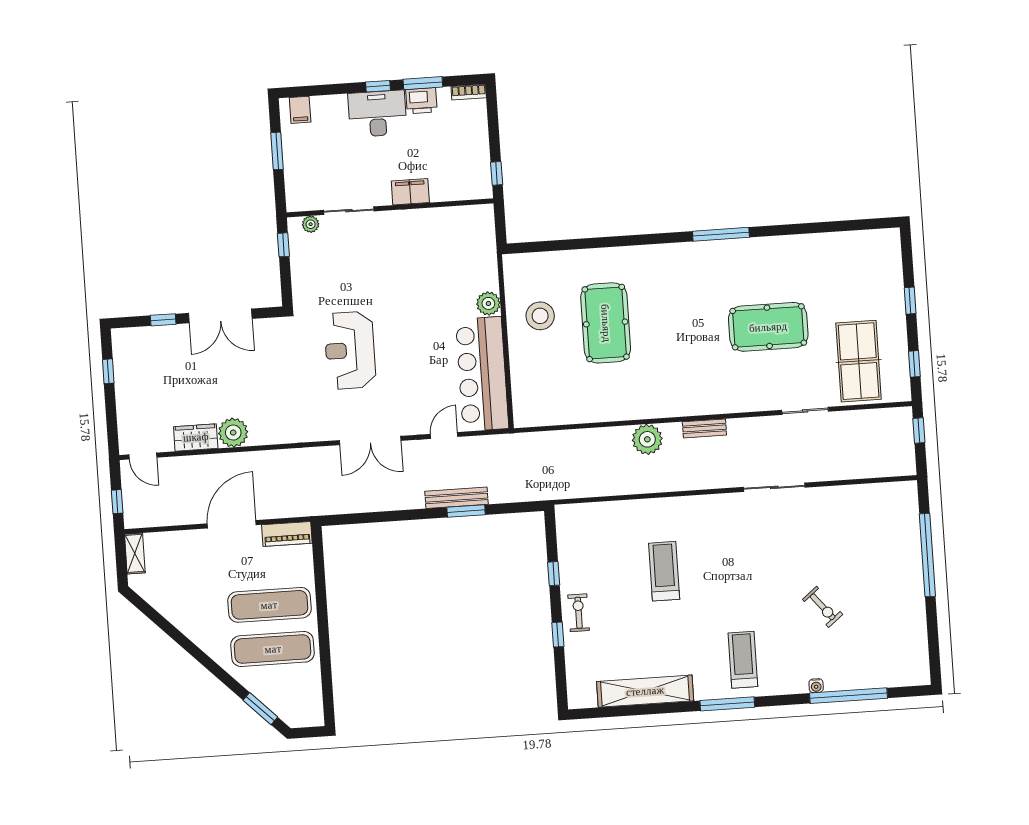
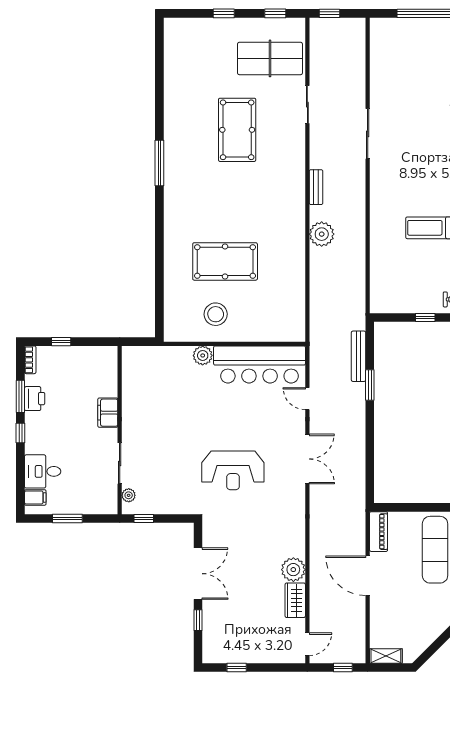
desk: (377, 114) -> (43, 471), moved, width x0.73
window: (497, 173) -> (61, 342), moved
bench: (457, 498) -> (359, 356), moved

